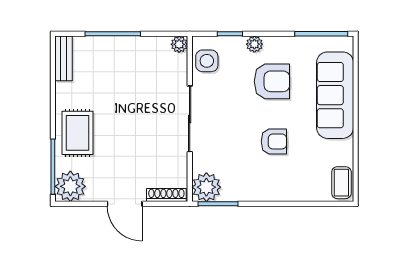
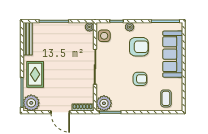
bench: (64, 58) -> (28, 39), width x1.36
coffee table: (341, 183) -> (166, 98), moved

